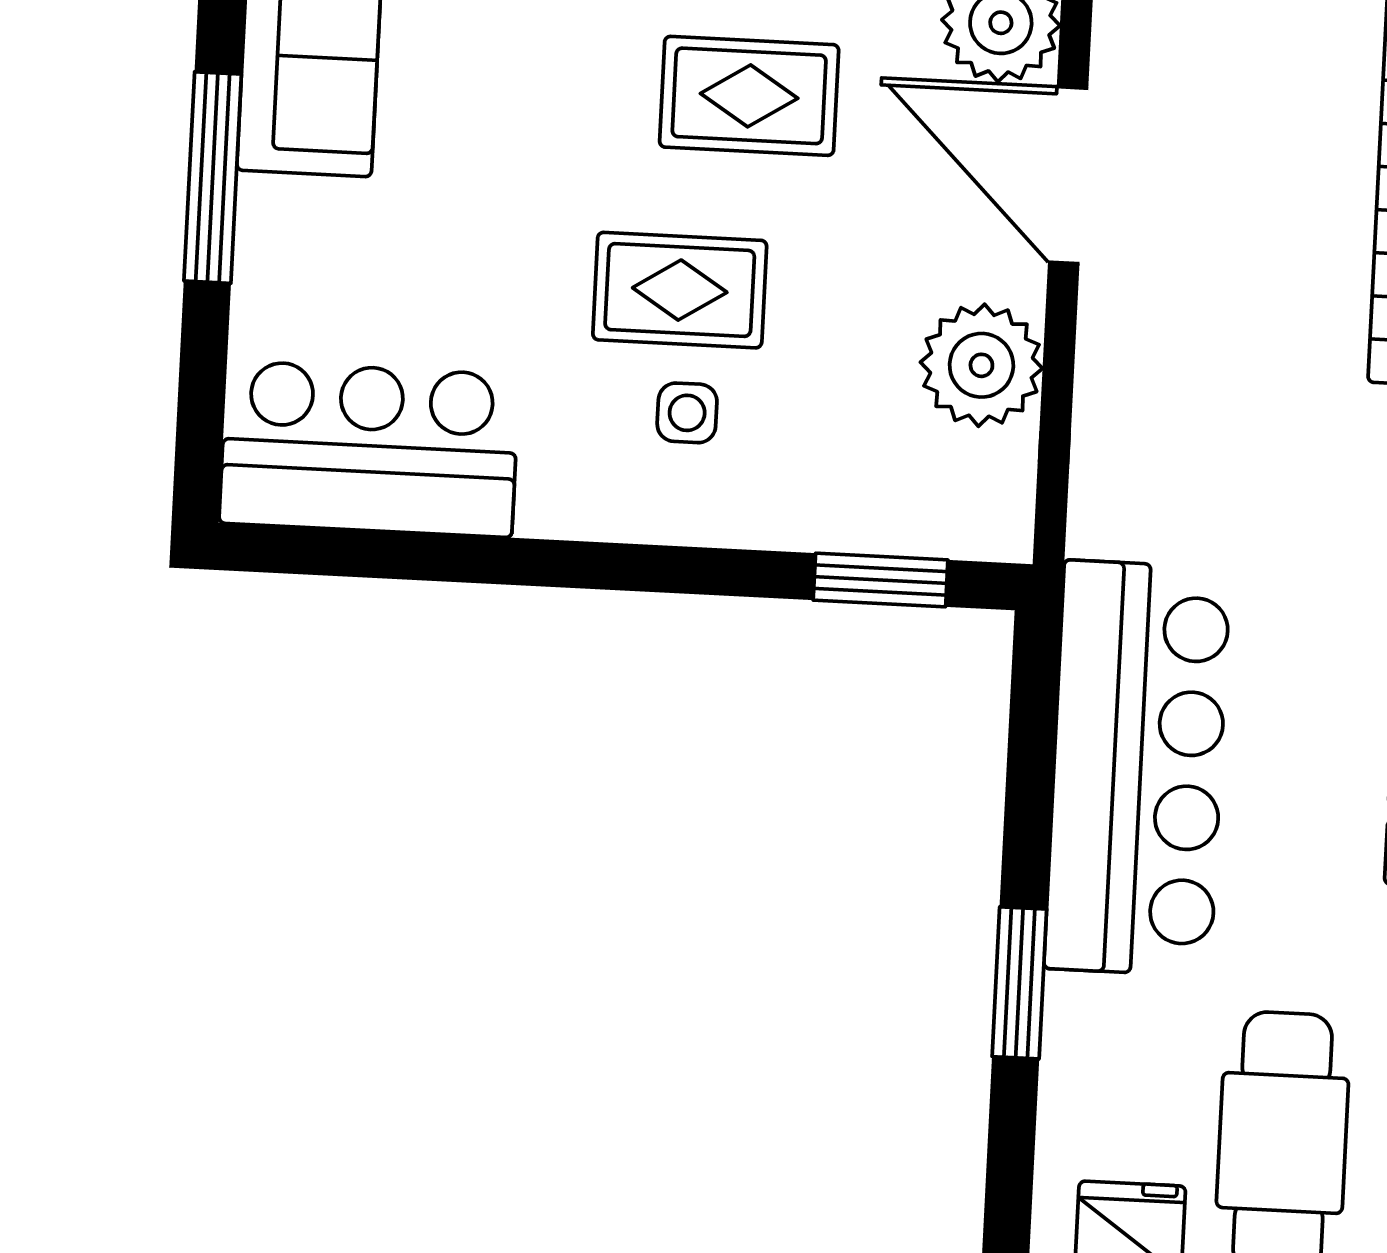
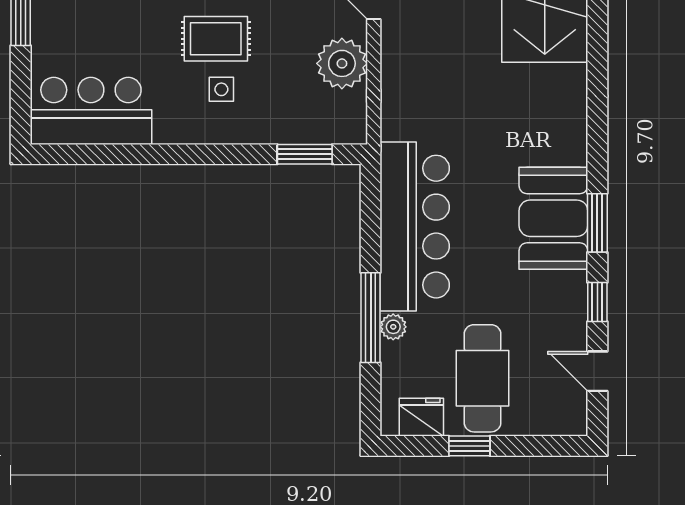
window: (1019, 983) -> (371, 318), width x1.44
plant: (1073, 1008) -> (393, 327), added

